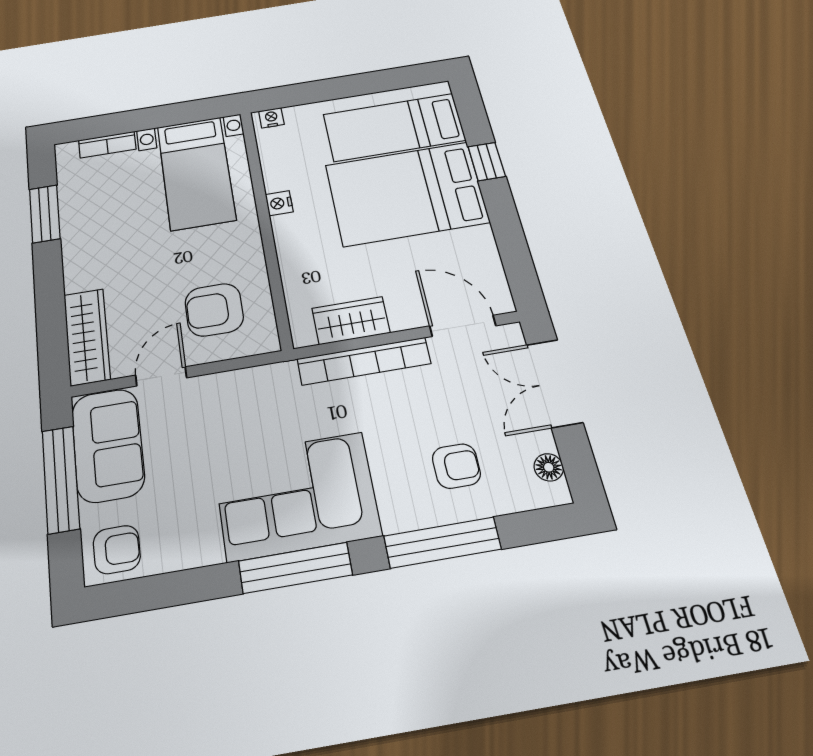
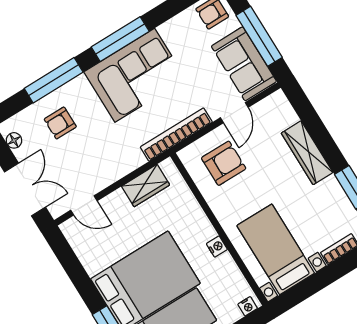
door: (463, 326) -> (84, 205), width x0.73
wardrobe: (87, 337) -> (307, 153), moved
bookcase: (364, 361) -> (176, 135), moved

